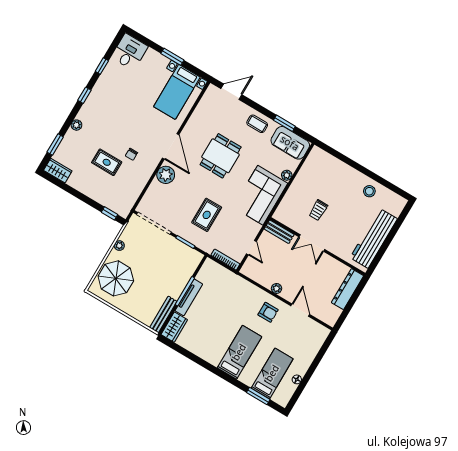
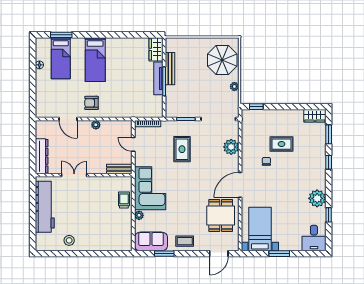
window: (84, 95) -> (329, 162), moved
plant: (76, 125) -> (317, 198), moved, width x1.88, depth x1.88
door: (171, 146) -> (240, 185), hinge flipped
dining table: (221, 156) -> (221, 215), moved
plant: (166, 175) -> (231, 147), moved
trolley: (318, 210) -> (124, 200), moved
double door: (312, 243) -> (74, 175), moved
bench: (163, 314) -> (170, 69), moved

